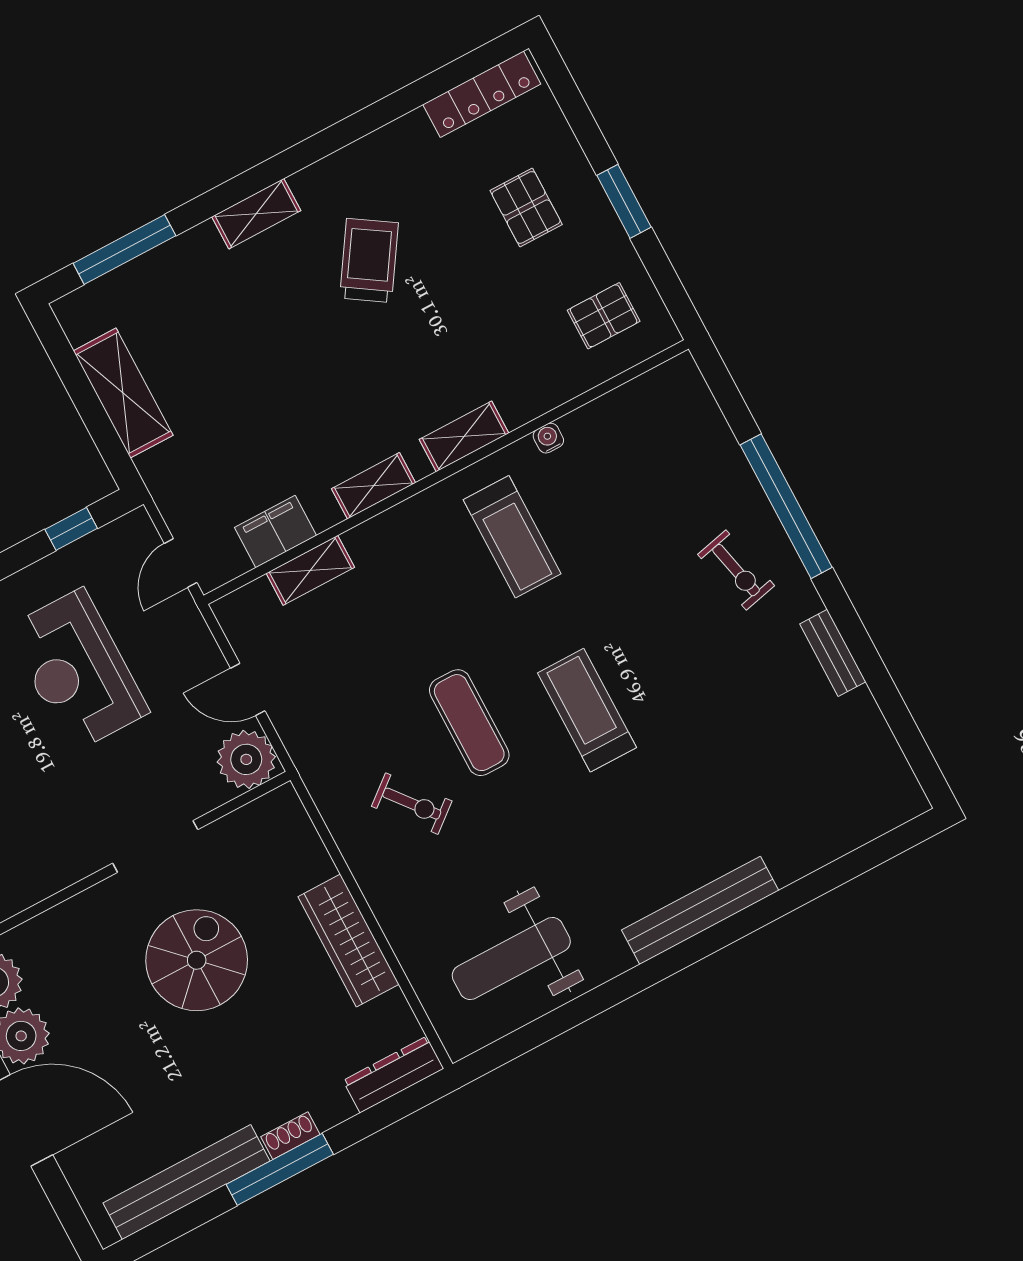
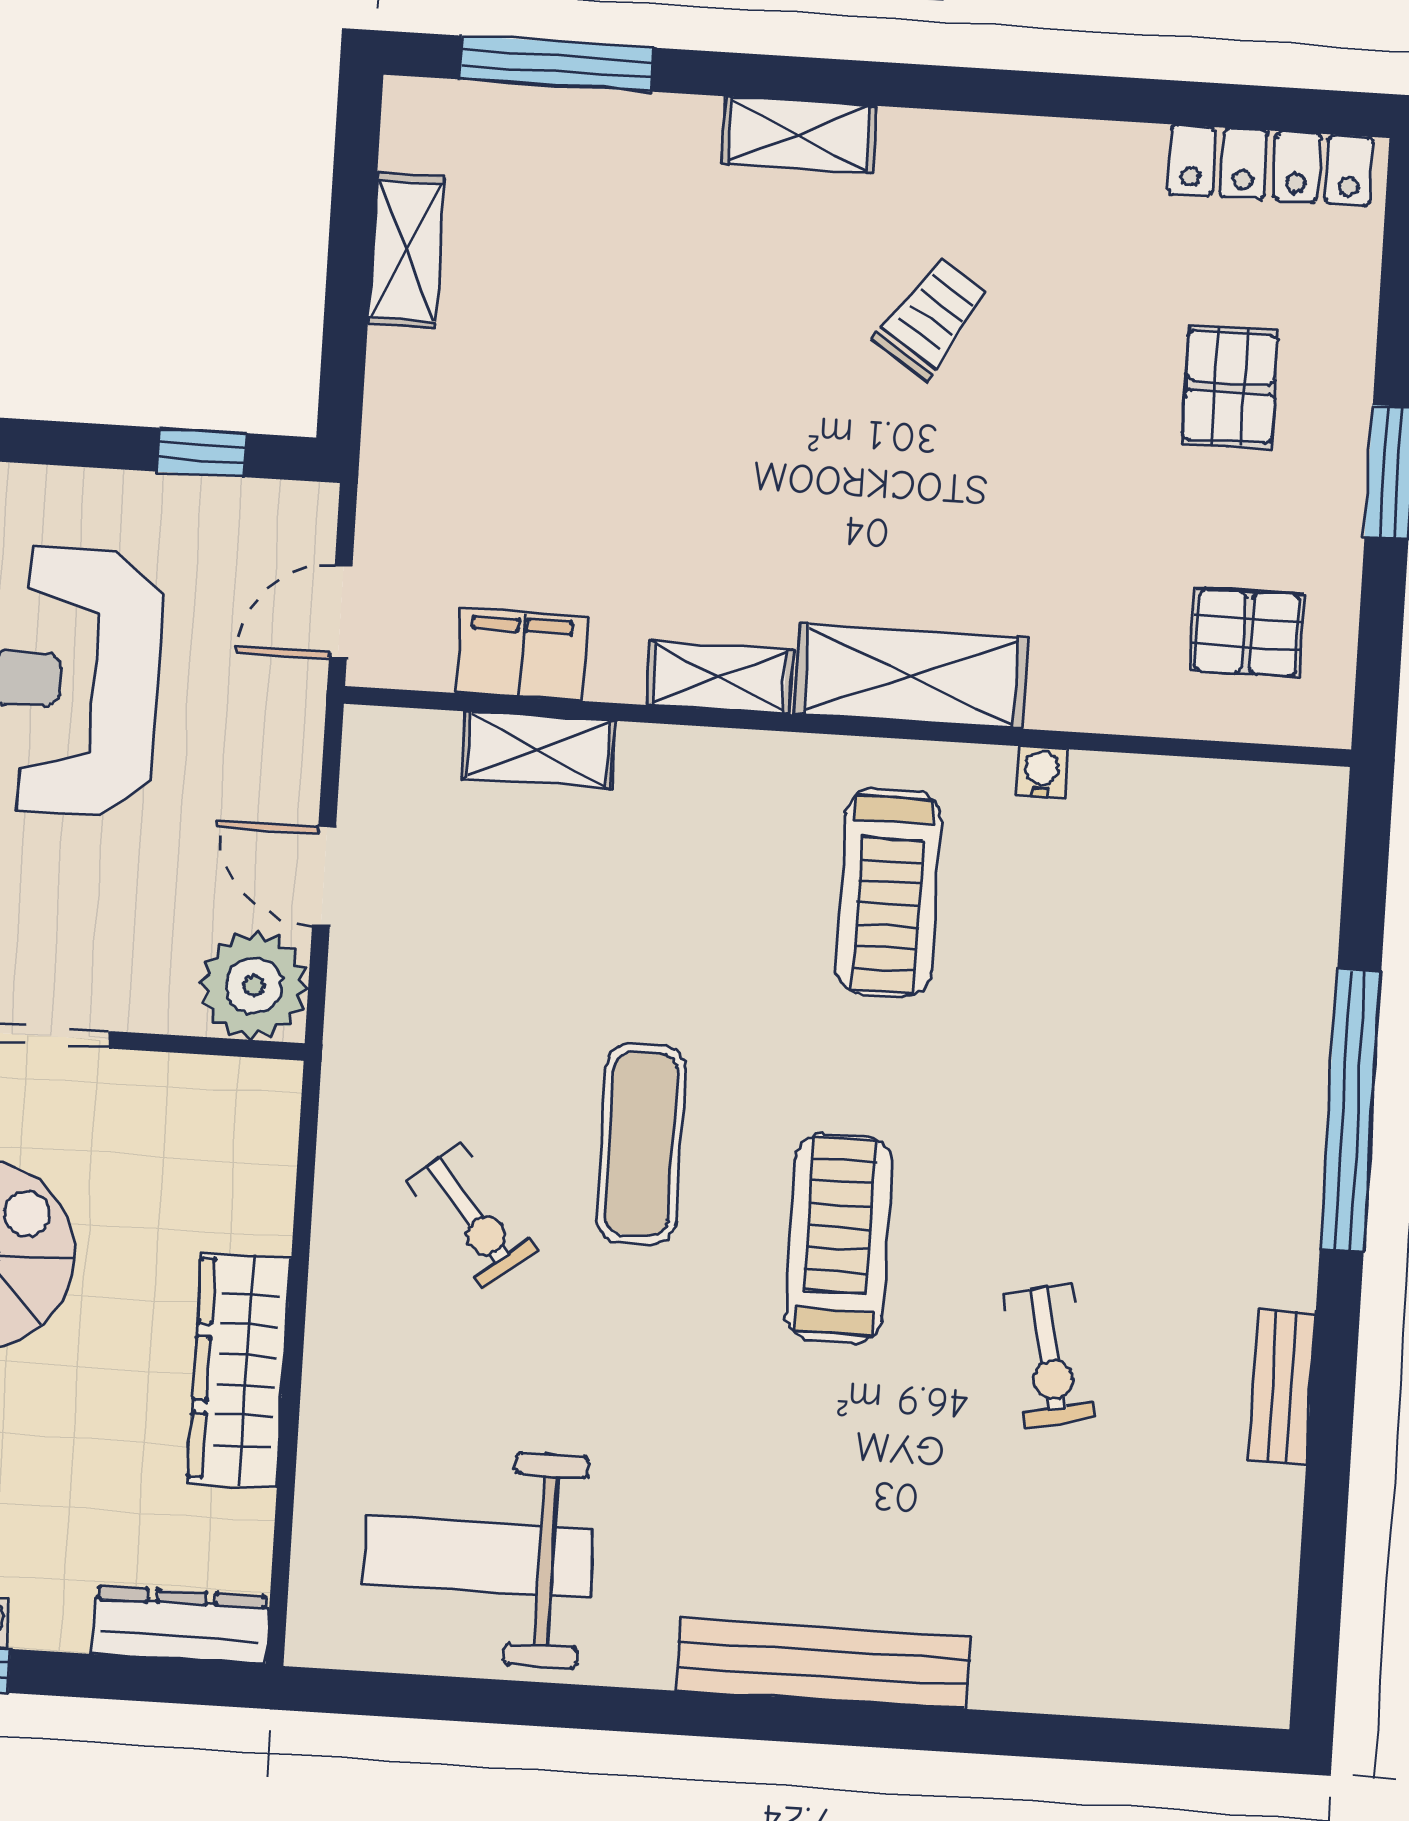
trolley: (369, 260) -> (931, 318), width x0.73, depth x0.72
shelving: (123, 393) -> (406, 250), width x0.67, depth x0.75
shelving: (464, 436) -> (911, 676), width x1.50, depth x1.33
exercise bike: (736, 570) -> (1049, 1356), moved

